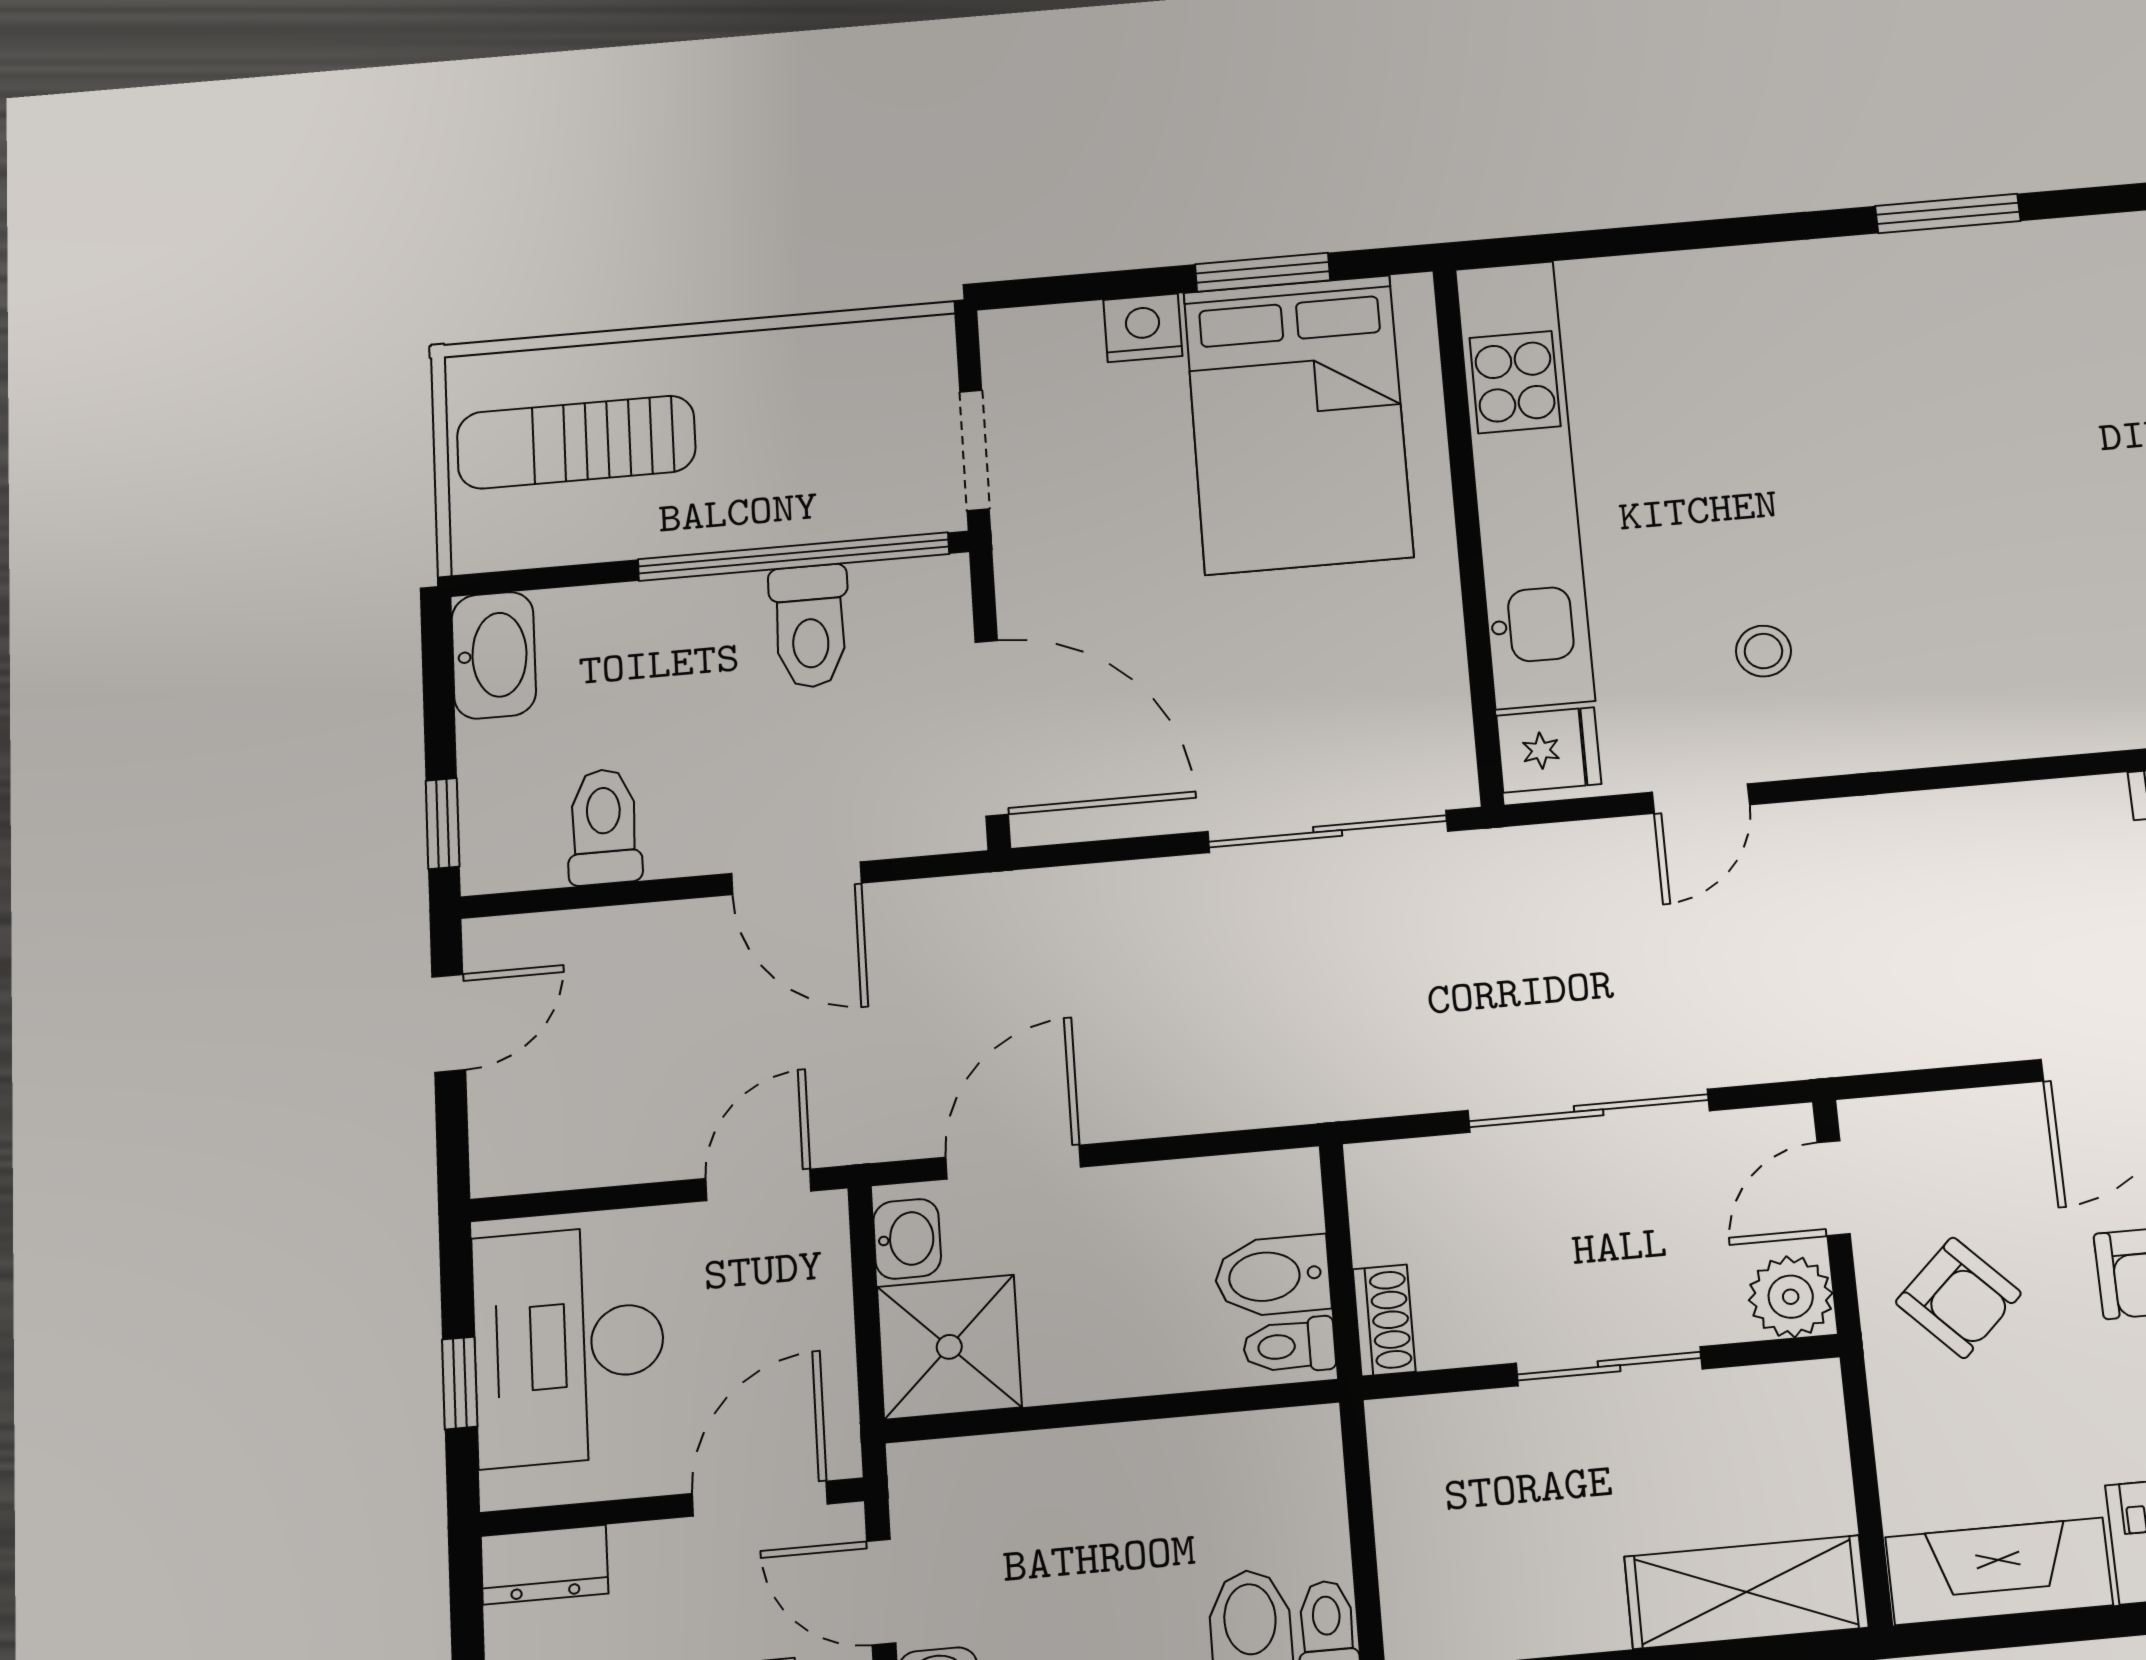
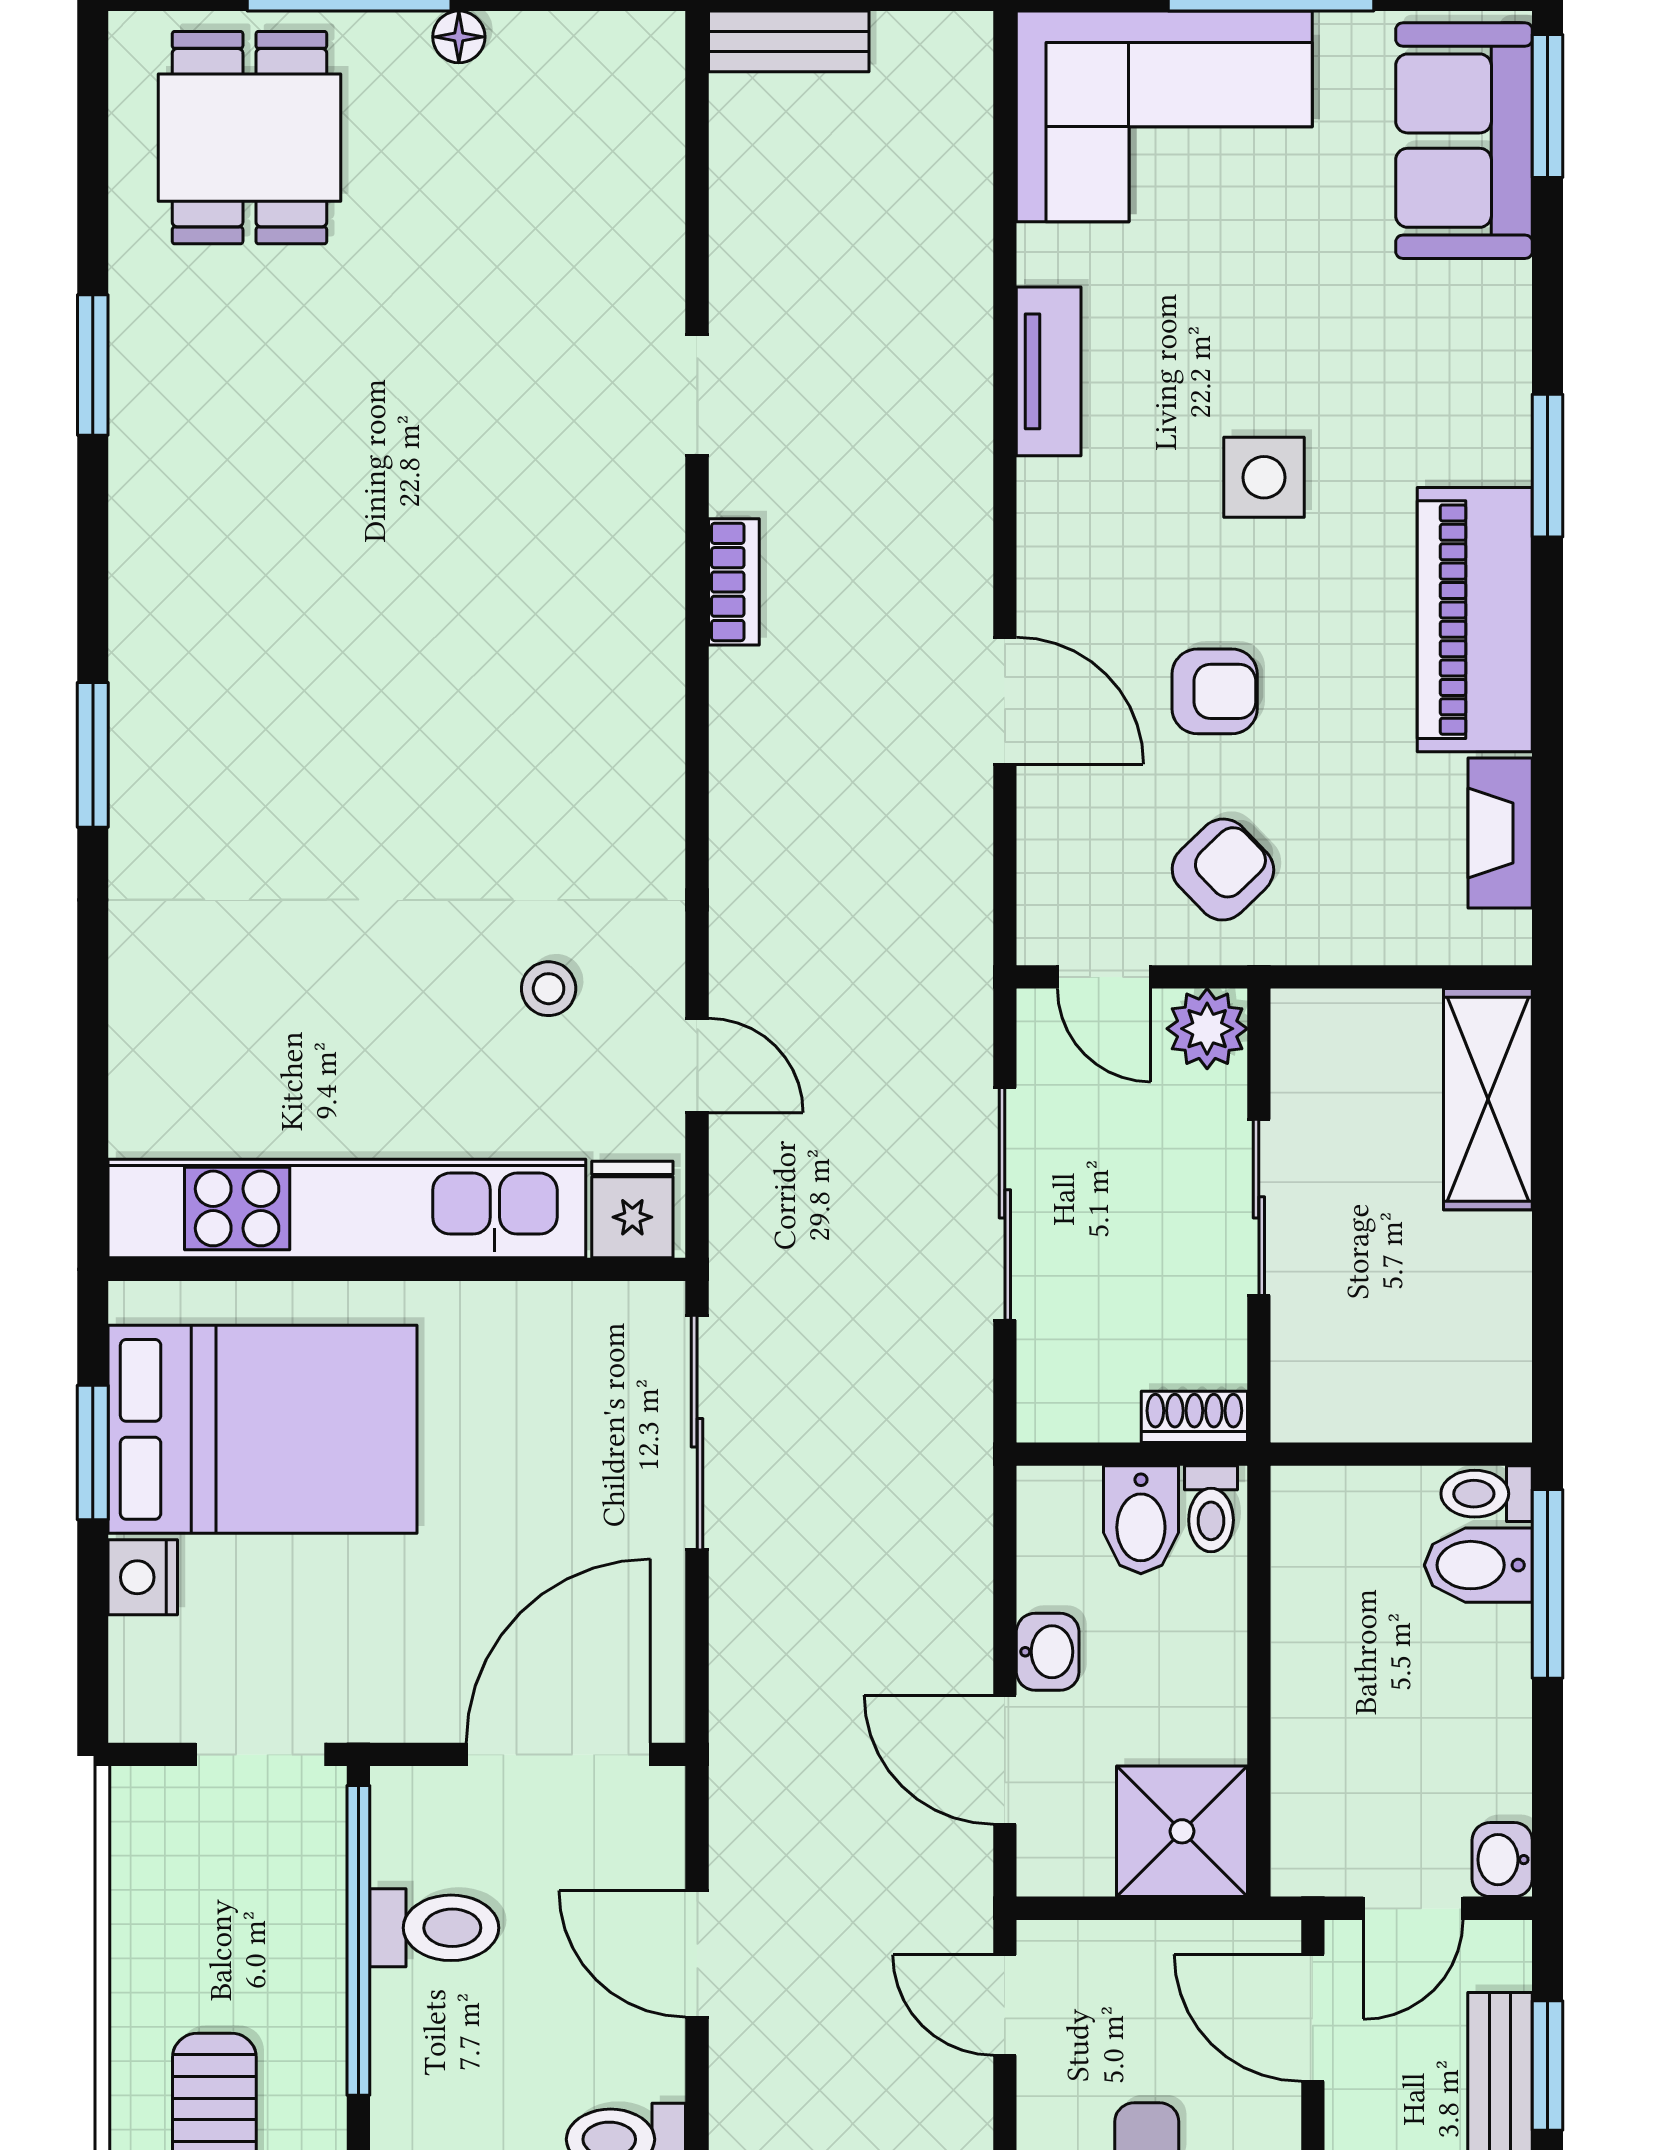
door: (796, 878) -> (697, 1954), swing flipped
washbasin: (907, 1239) -> (1048, 1652), moved, turned 90
fireplace: (1999, 1571) -> (1500, 833), width x0.73, depth x0.76

